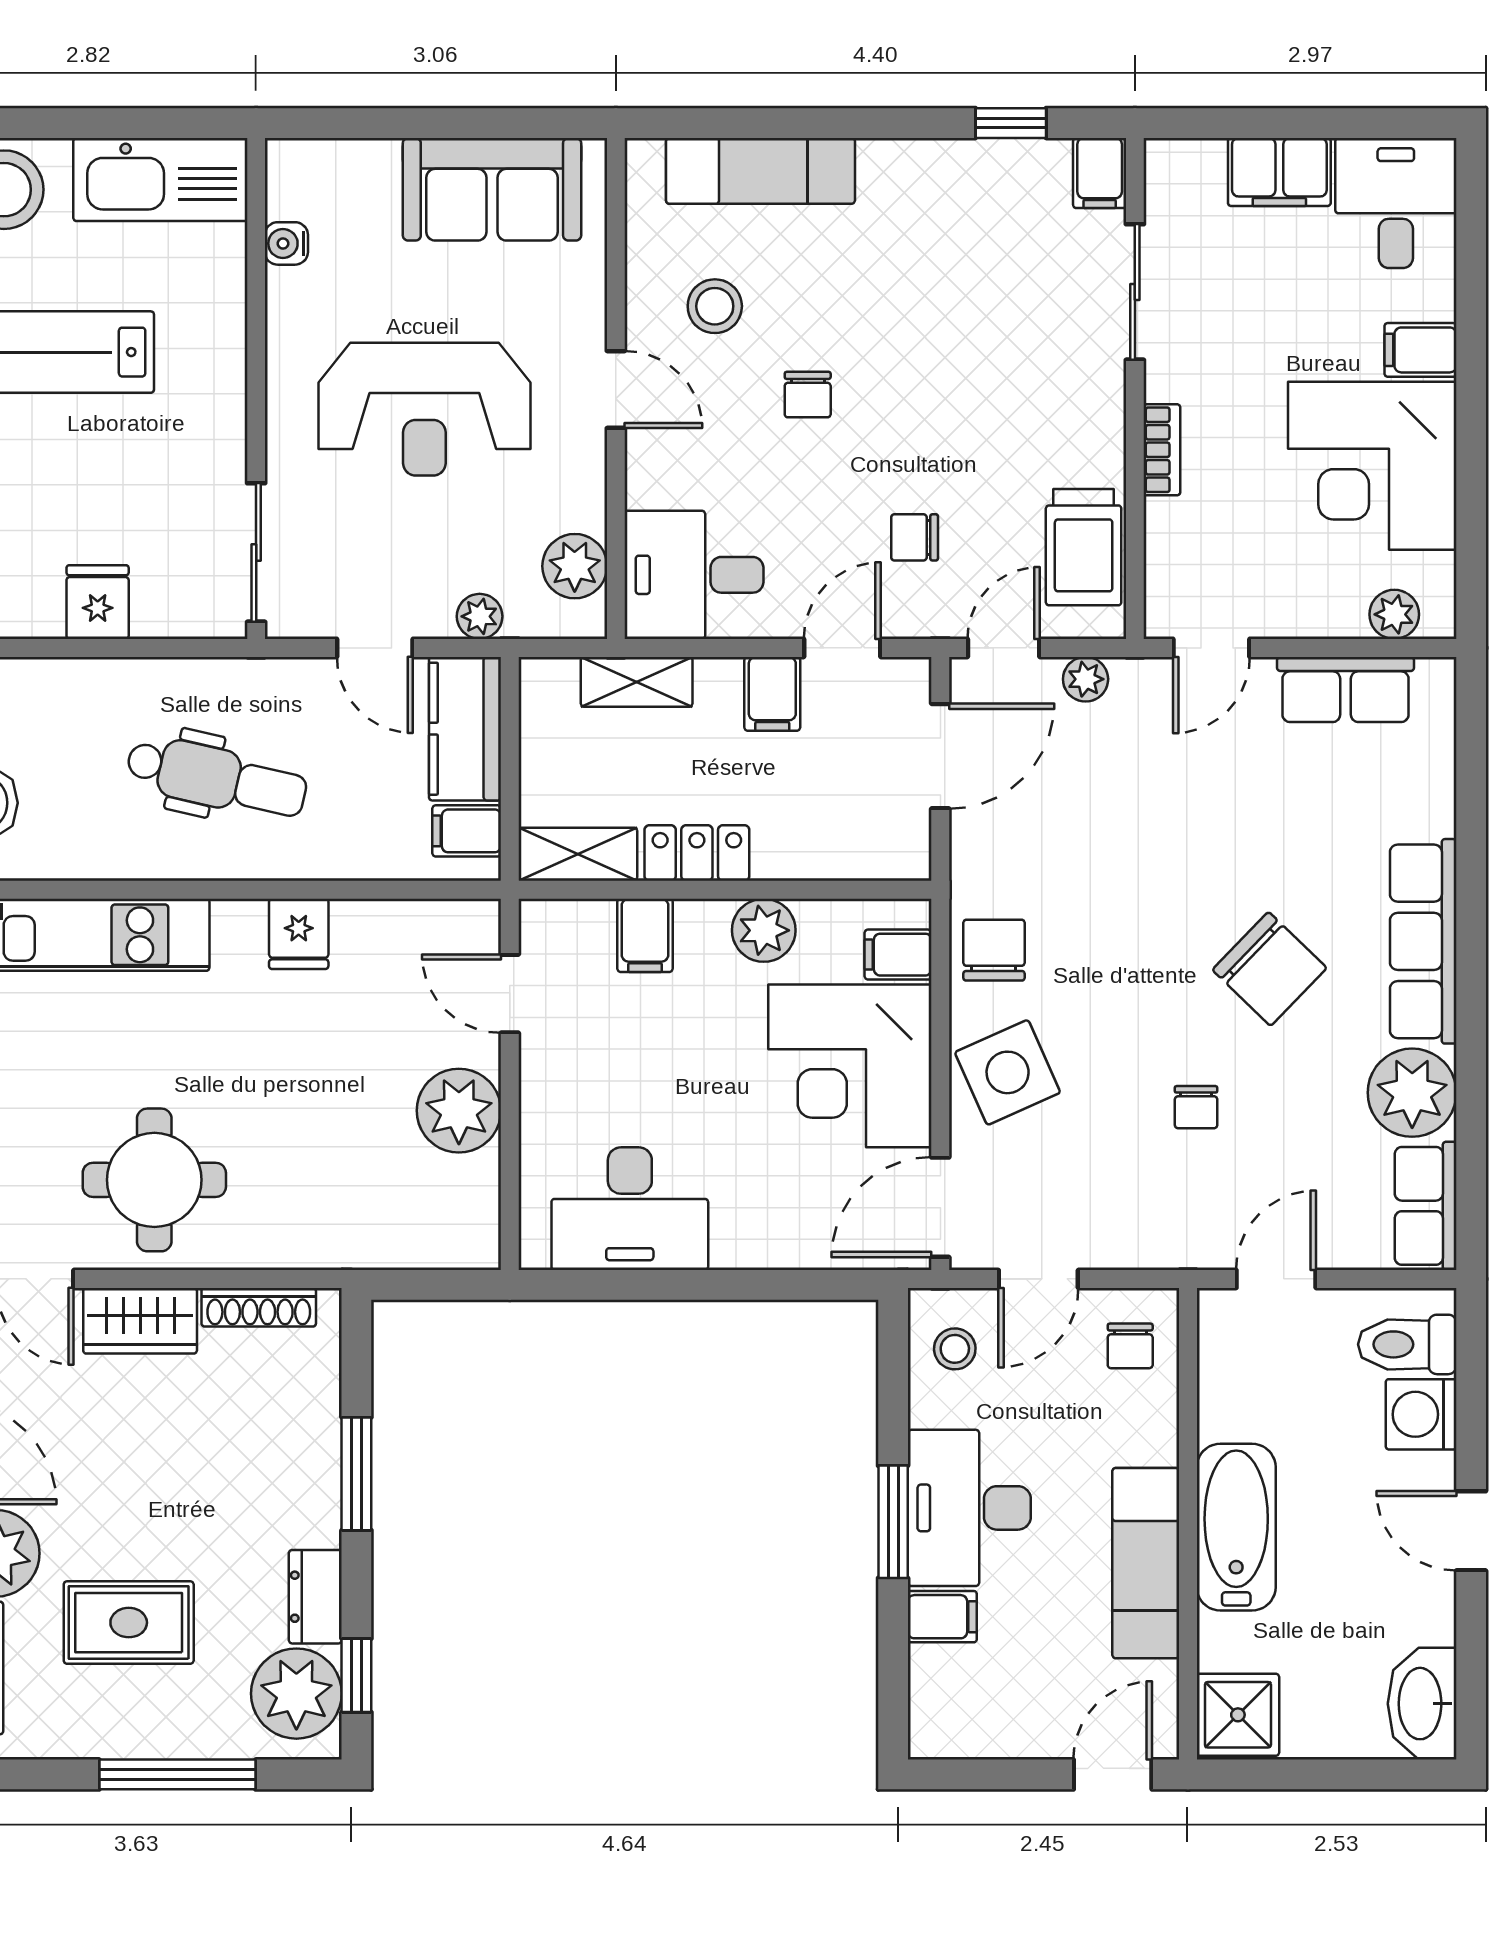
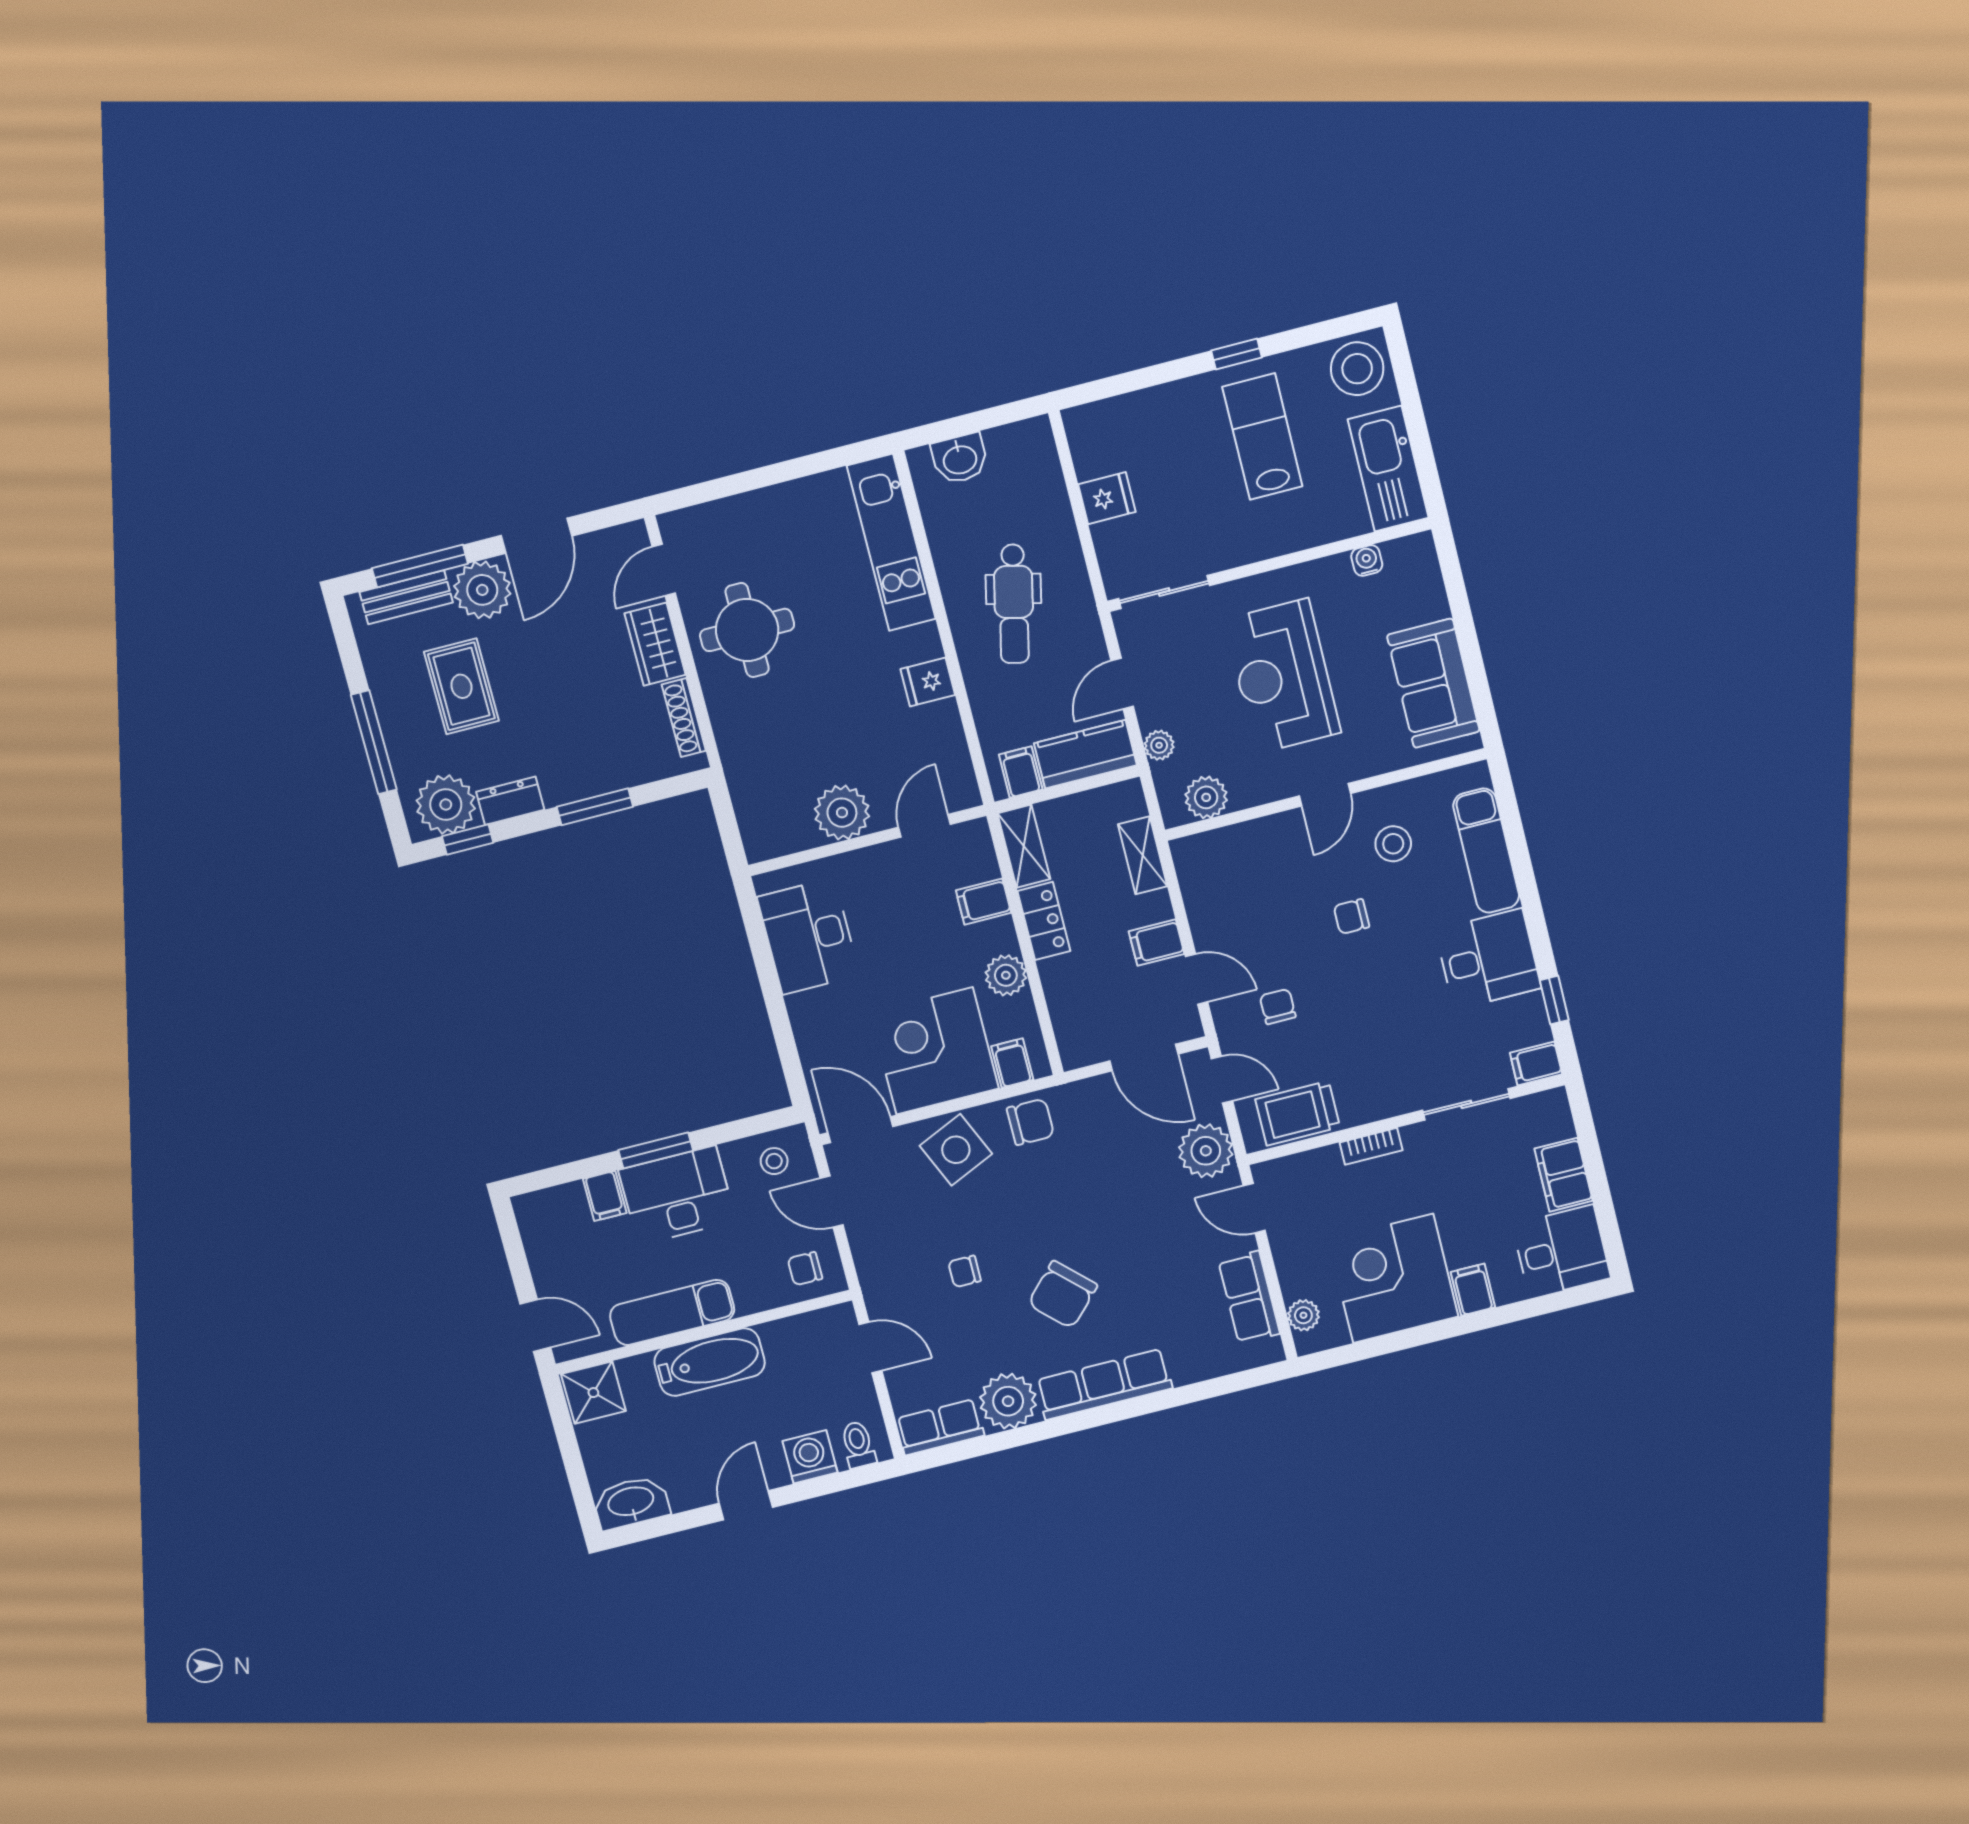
desk: (694, 575) -> (1488, 959), moved, turned 90
plant: (1086, 679) -> (1206, 1151), width x1.88, depth x1.88
toilet: (1407, 1344) -> (858, 1445), width x0.73, depth x0.72

